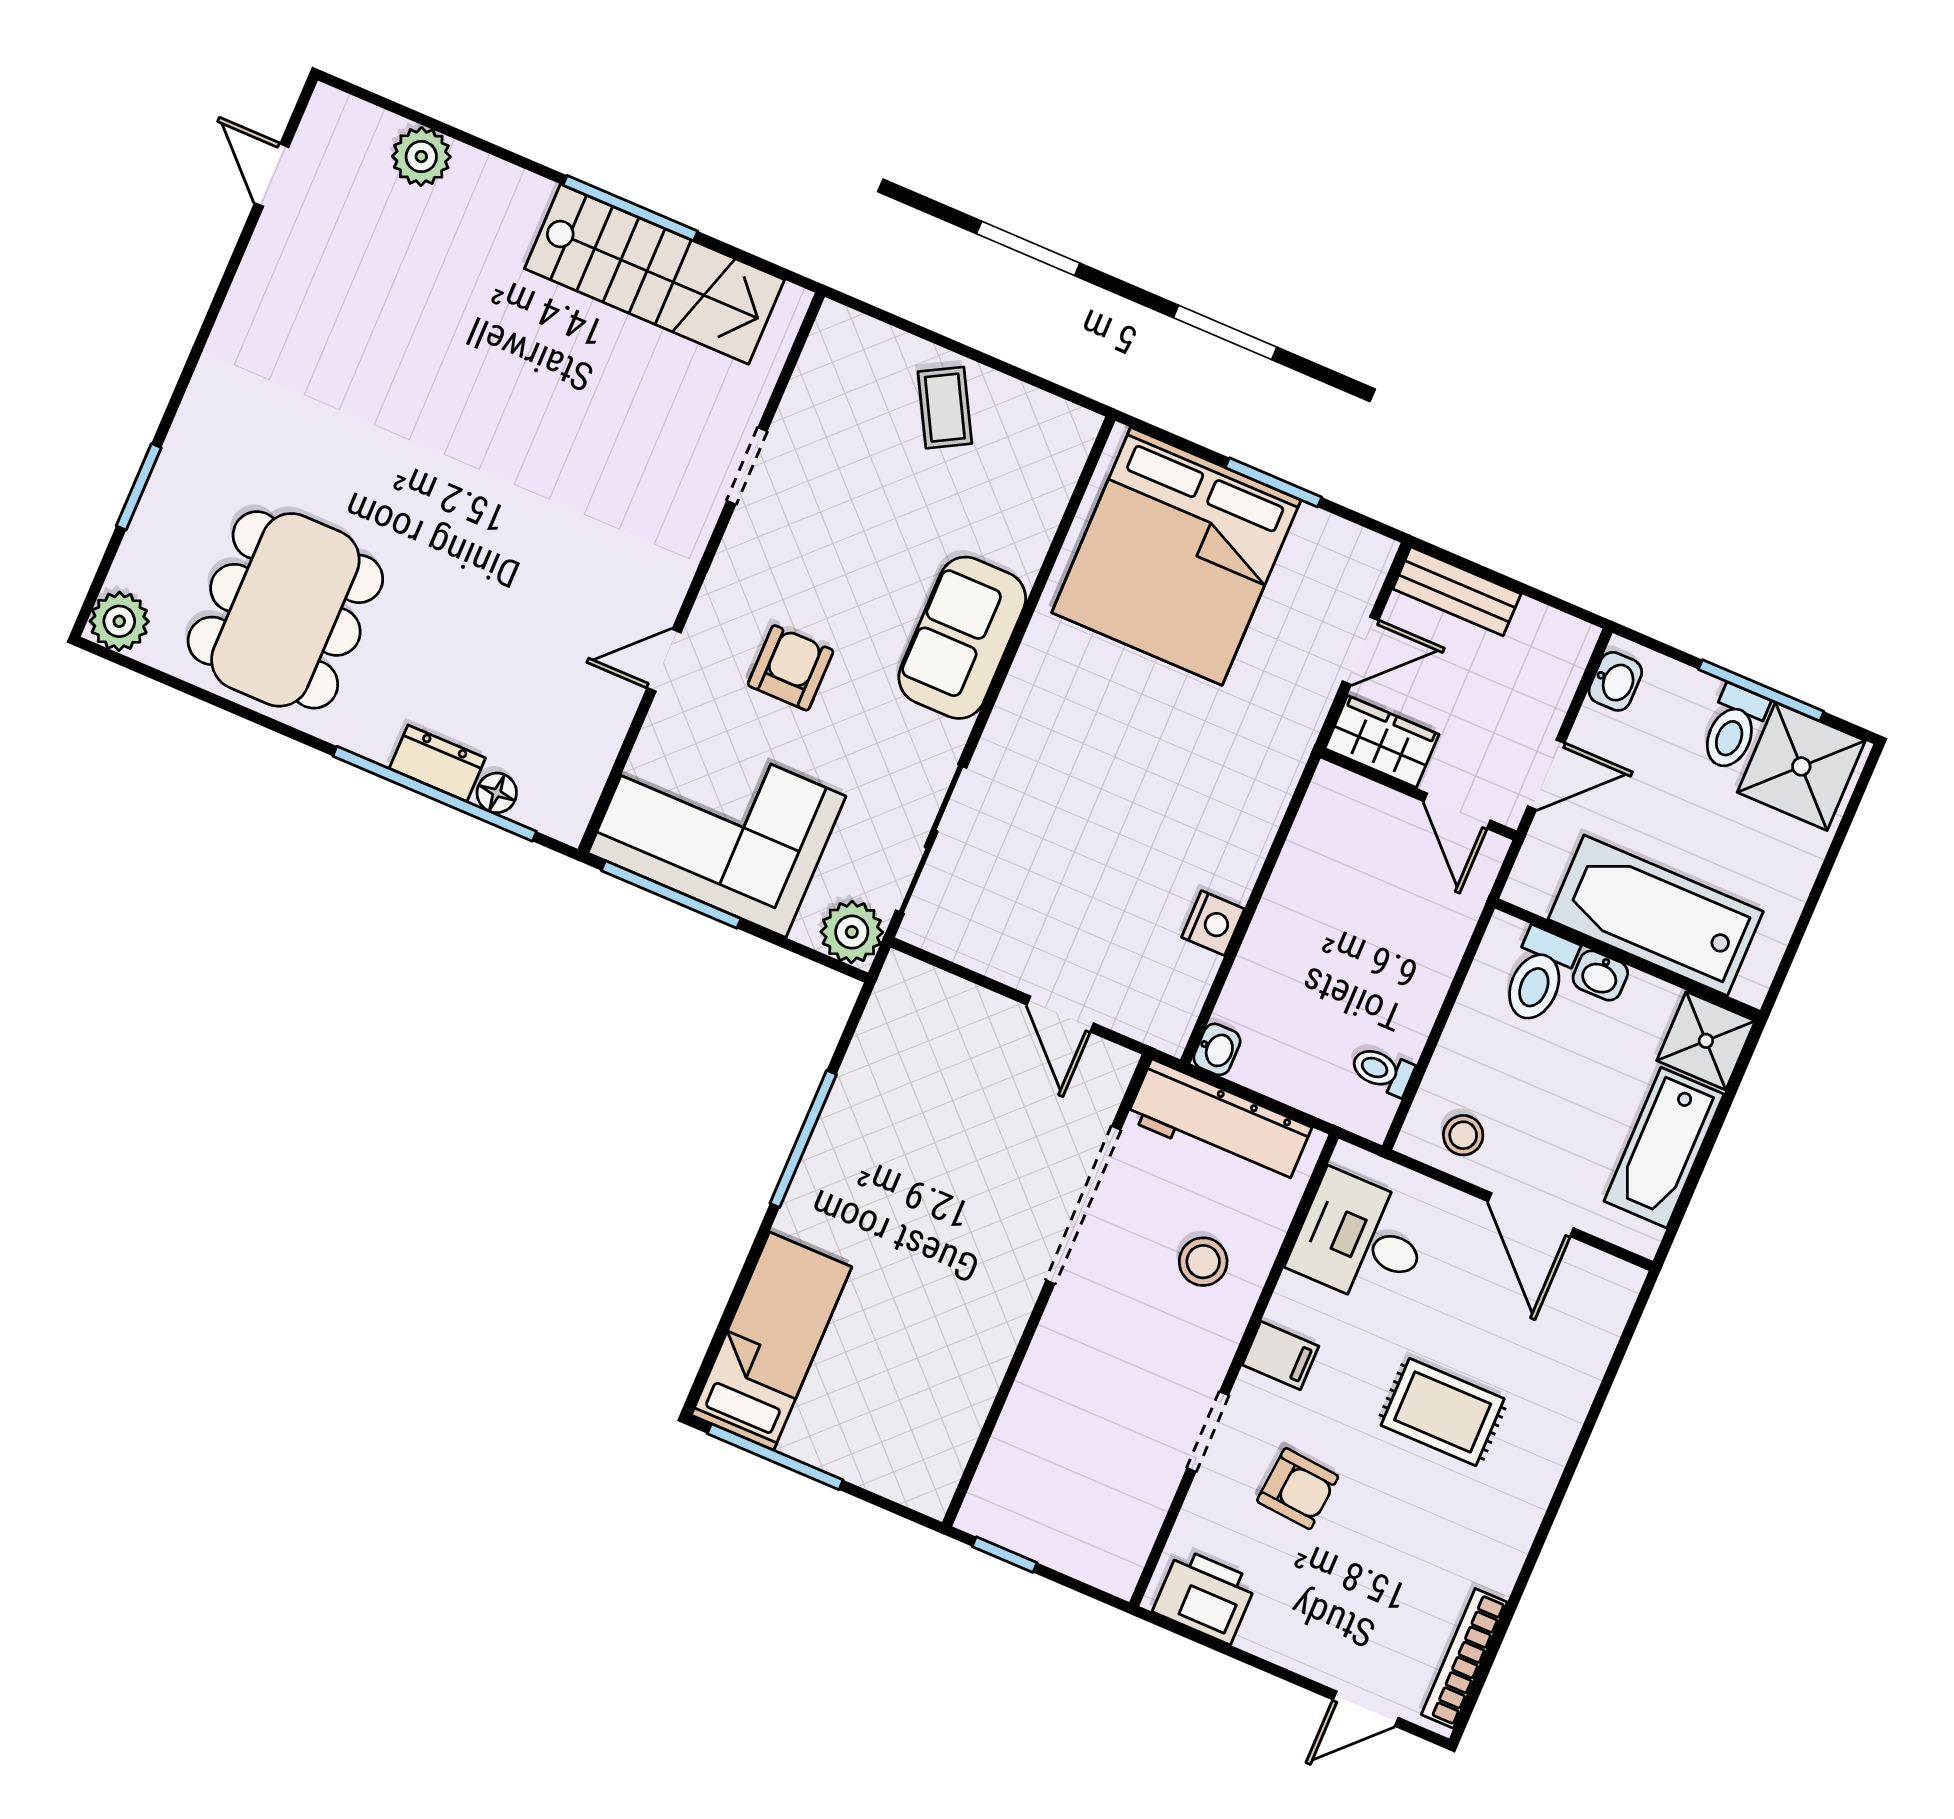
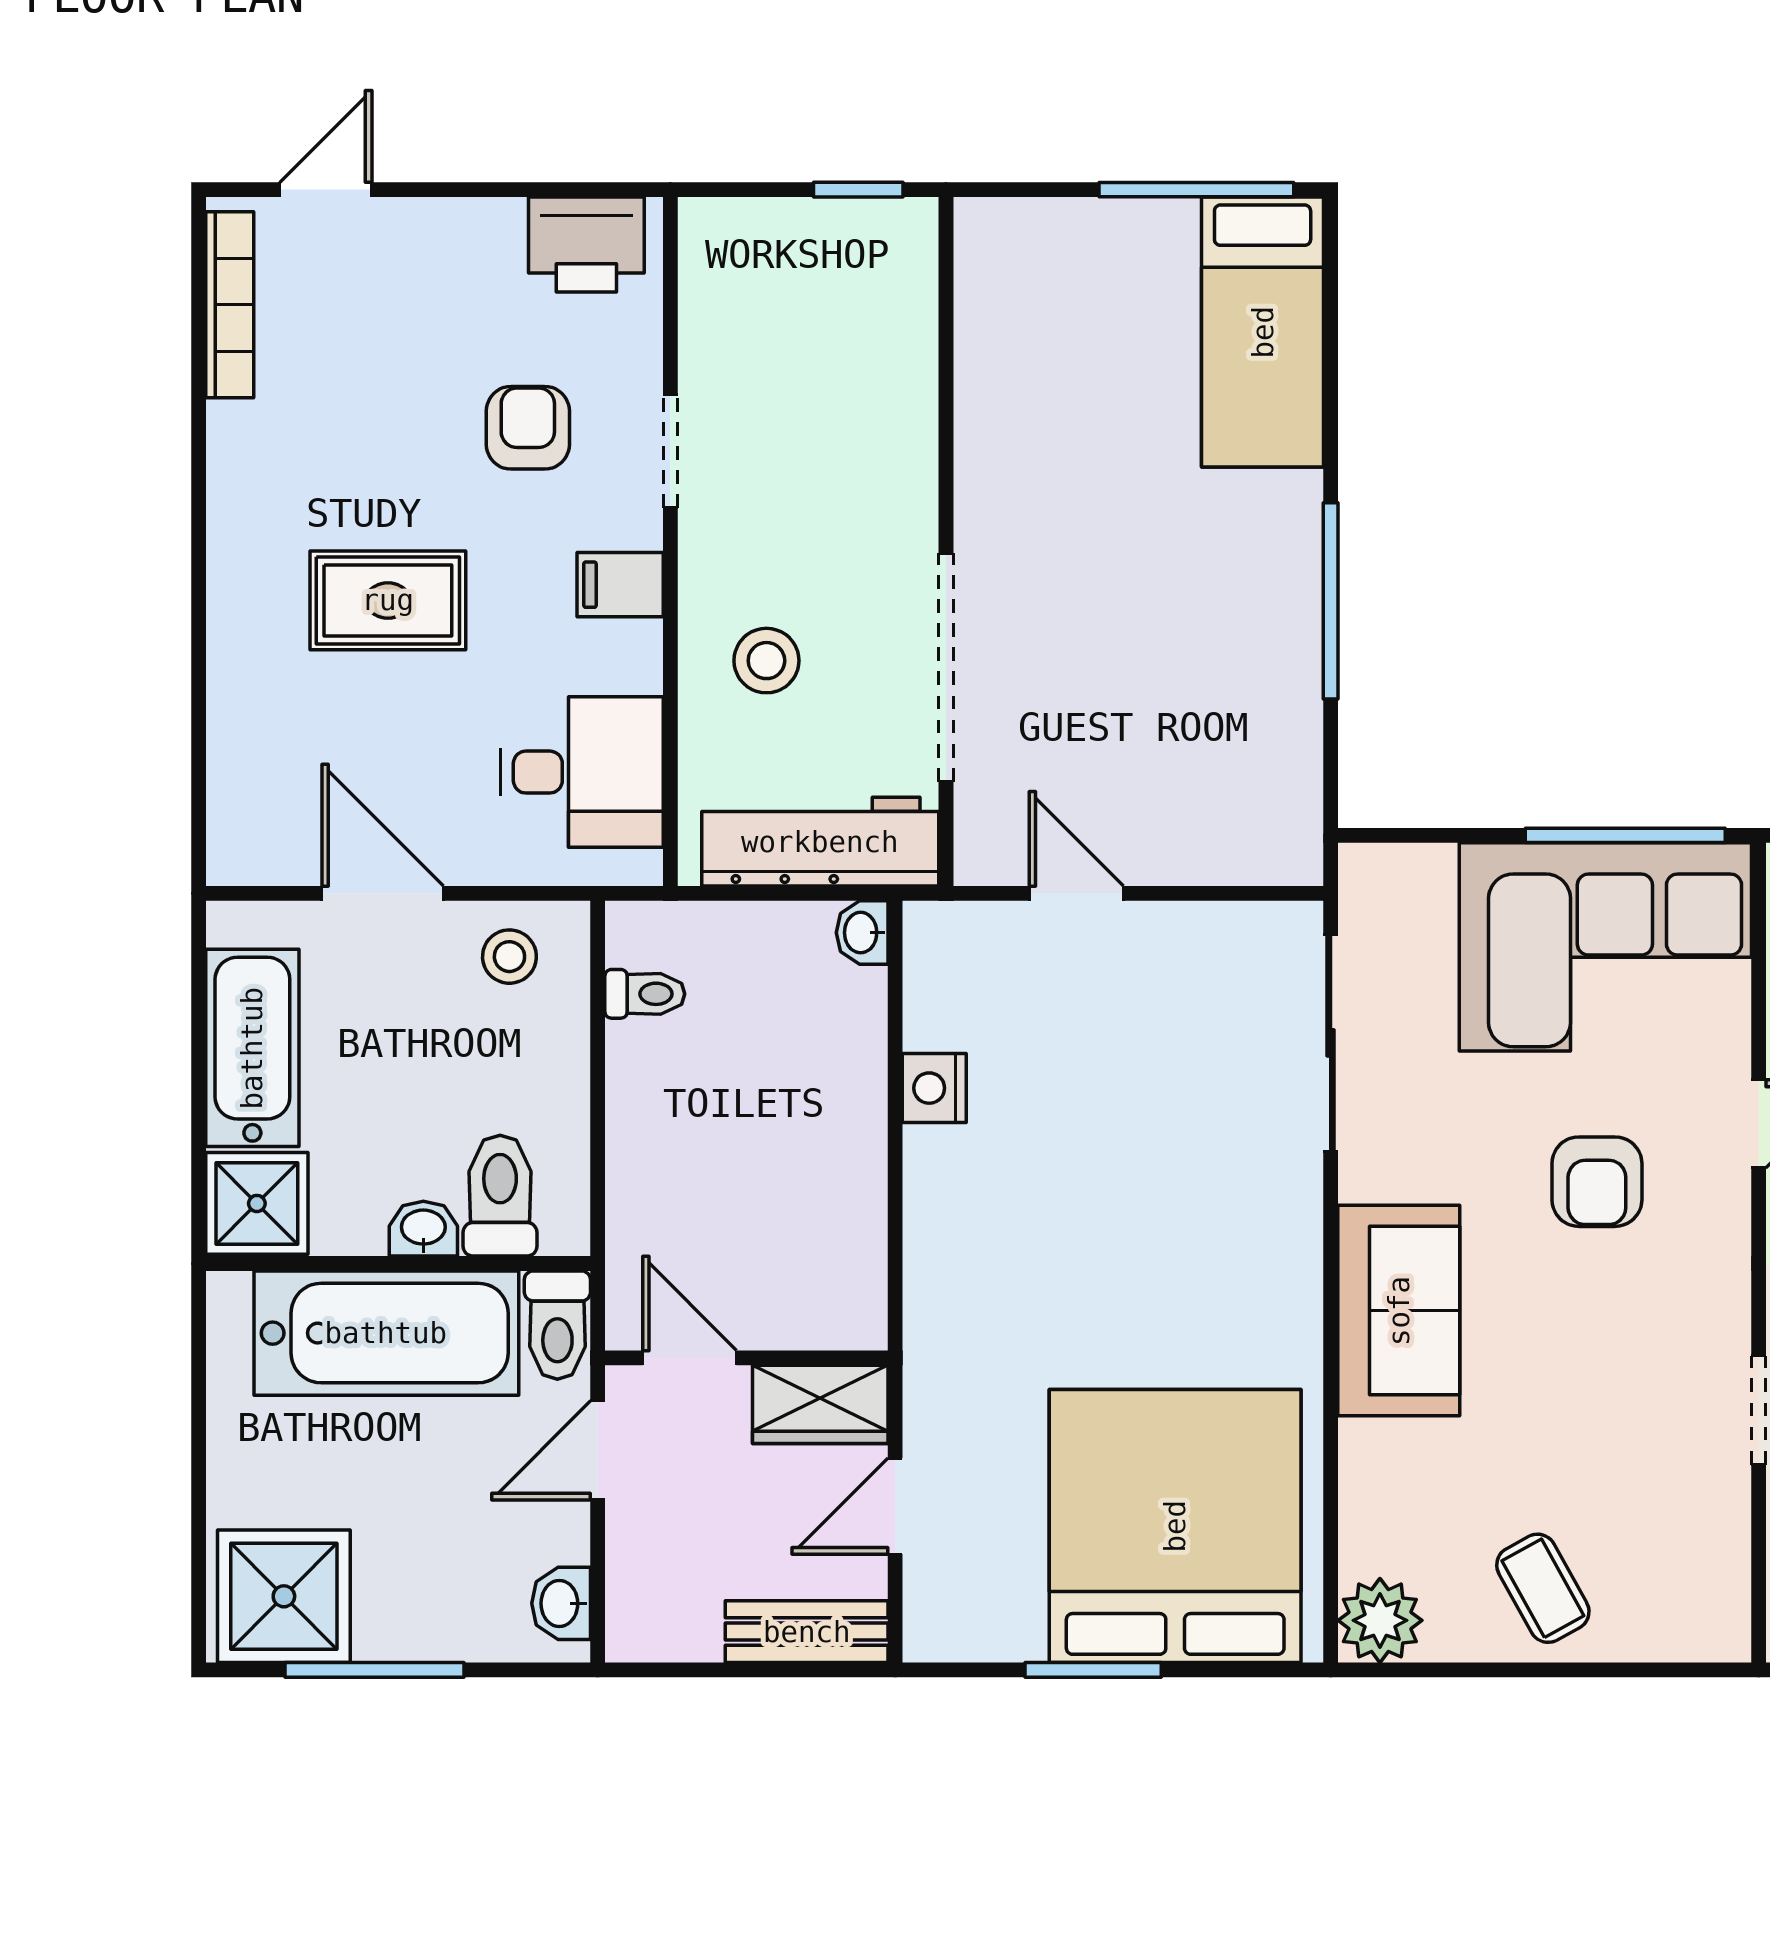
toilet: (1733, 728) -> (557, 1325), moved, turned 180
plant: (852, 932) -> (1380, 1620), moved
armchair: (1298, 1489) -> (528, 428), turned 85

